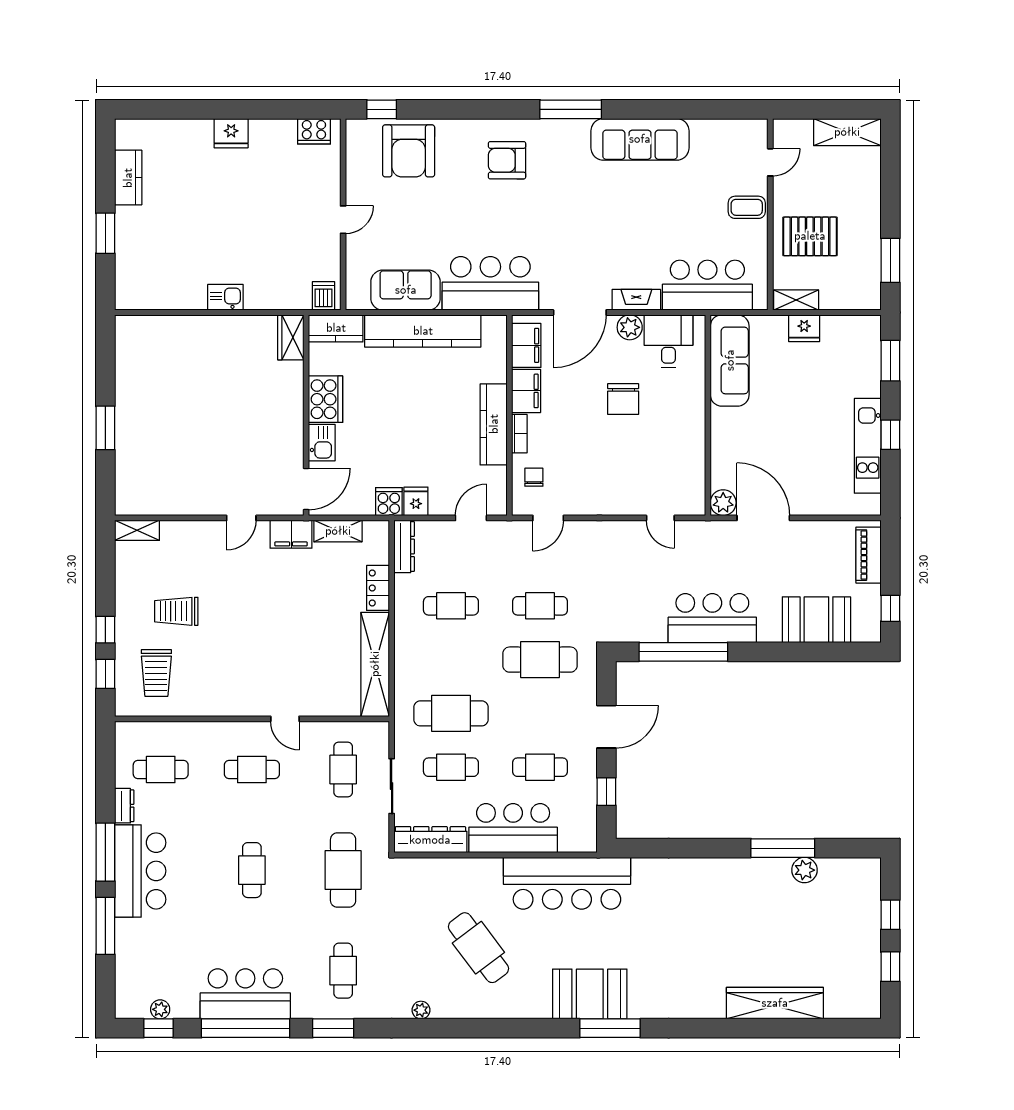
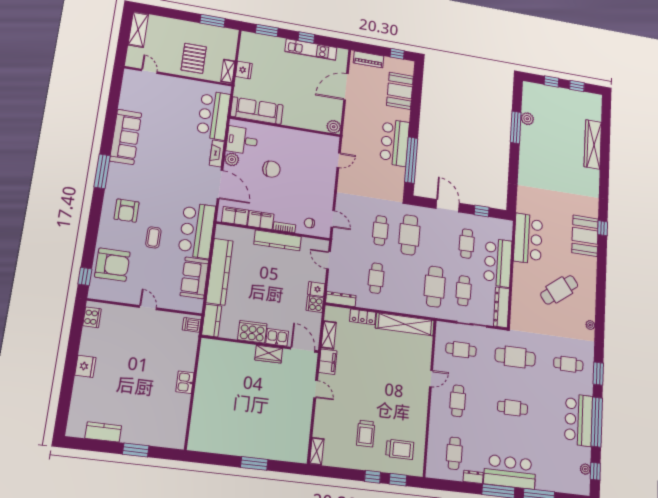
coffee table: (747, 207) -> (153, 237), moved
wardrobe: (291, 337) -> (269, 354), moved
door: (763, 518) -> (346, 87), moved
bar counter: (567, 883) -> (528, 239), width x0.73
window: (610, 1028) -> (603, 228), width x0.46

